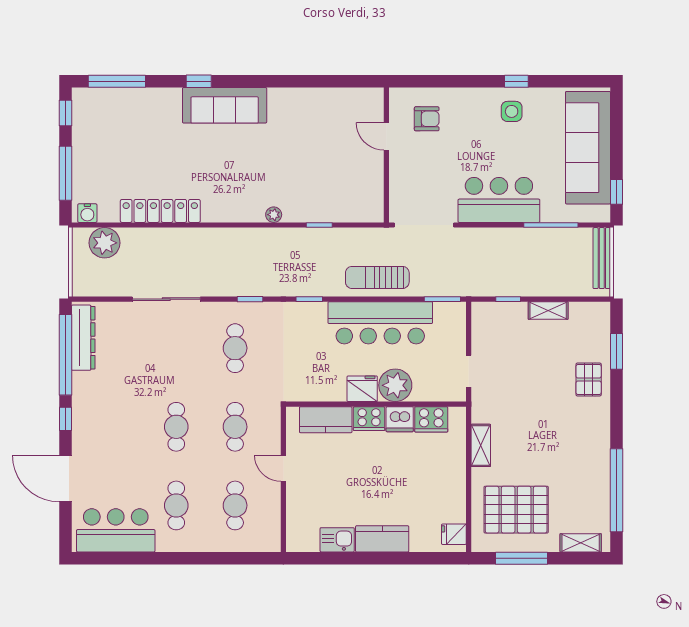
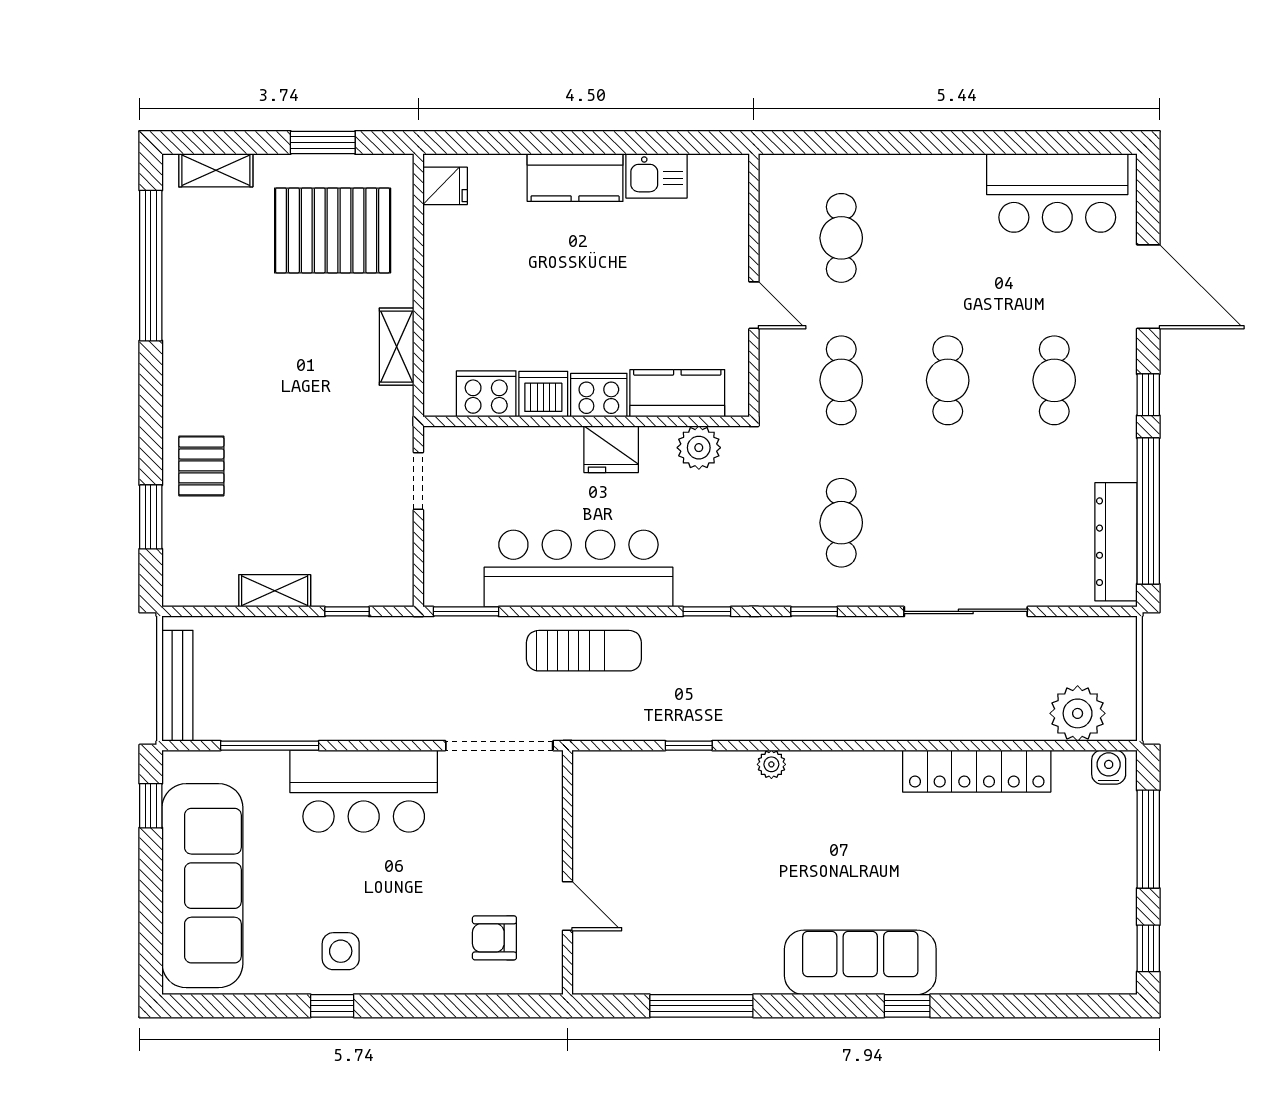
window: (117, 81) -> (701, 1006), moved
plant: (395, 385) -> (699, 448), moved, width x0.73, depth x0.73
cafe table: (176, 505) -> (1054, 380), moved
window: (522, 558) -> (323, 142), width x0.69

